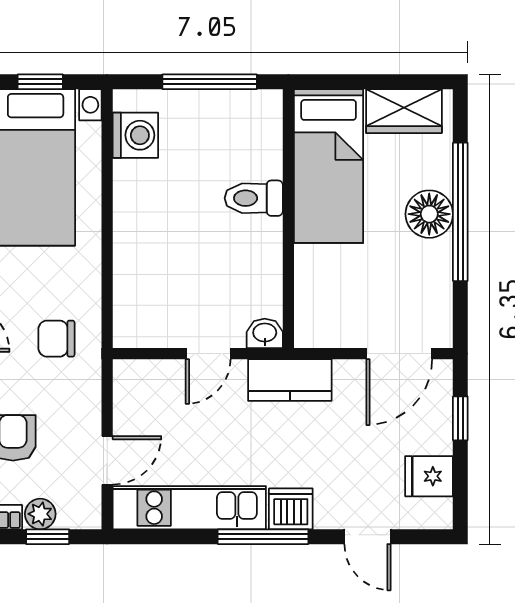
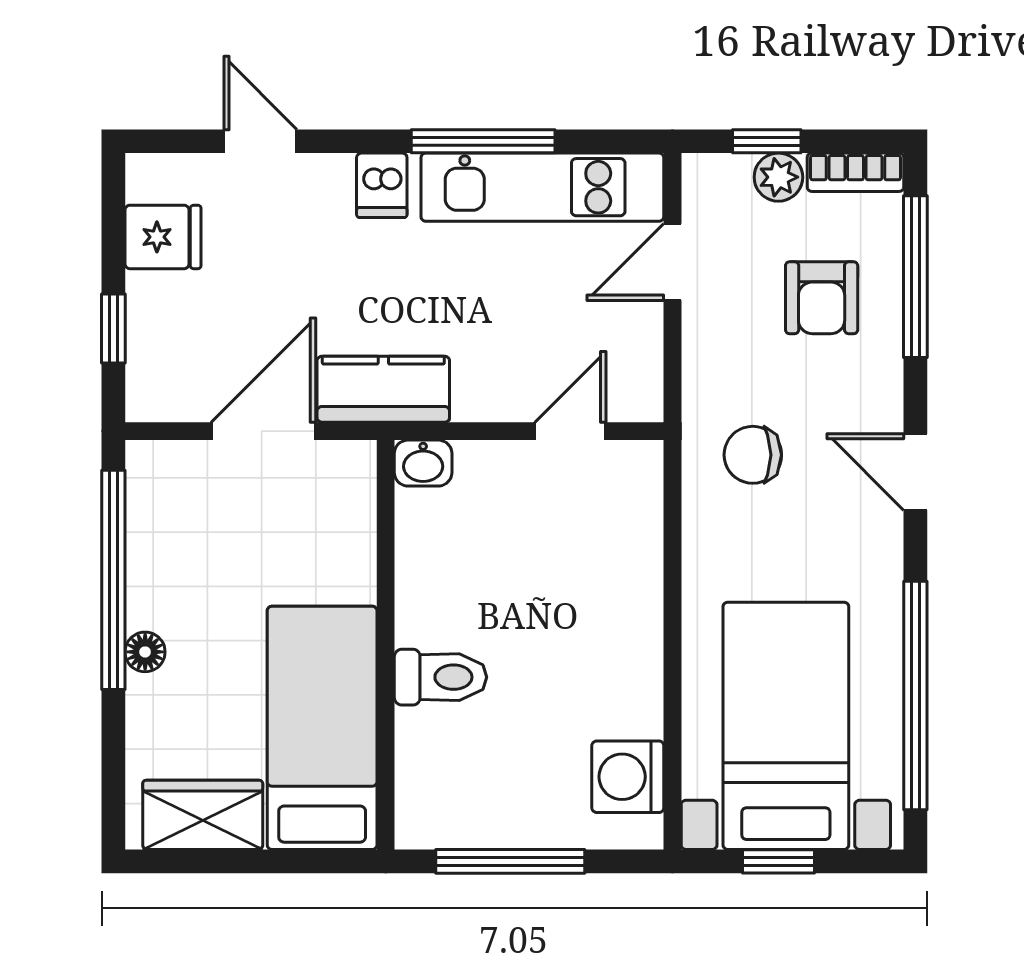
window: (460, 212) -> (113, 580), moved
floor lamp: (429, 214) -> (145, 652), width x0.53, depth x0.53
chair: (56, 339) -> (753, 455), turned 180
door: (208, 354) -> (570, 431), moved
door: (399, 354) -> (263, 431), moved
dishwasher: (291, 509) -> (382, 185), width x0.73
window: (263, 537) -> (483, 141), moved

